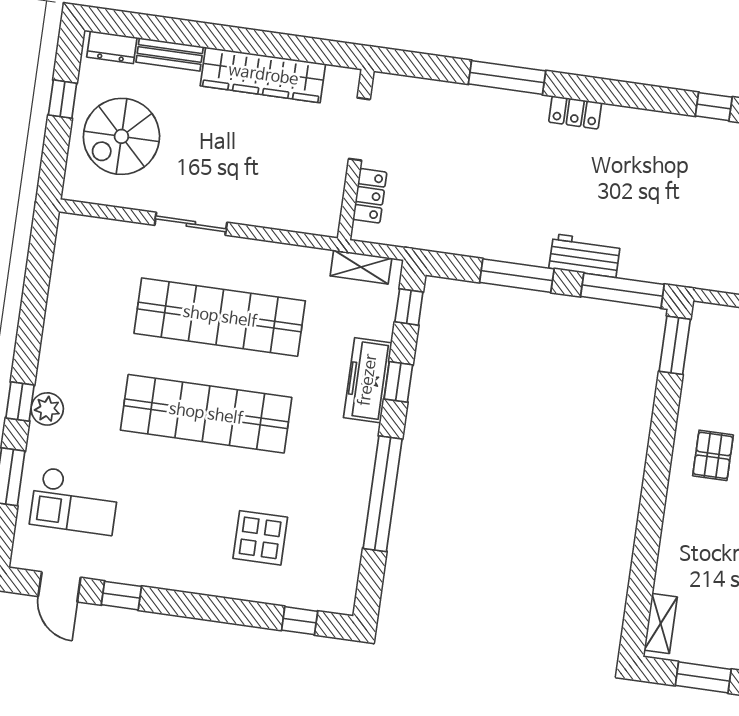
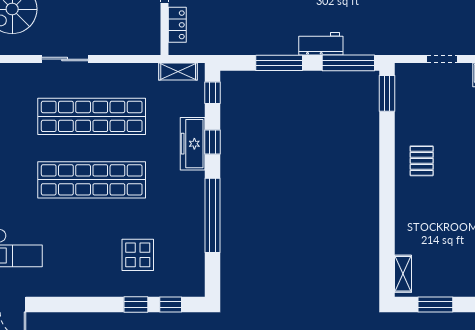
window: (121, 596) -> (136, 305), moved

